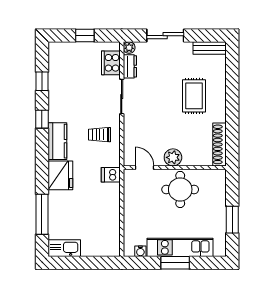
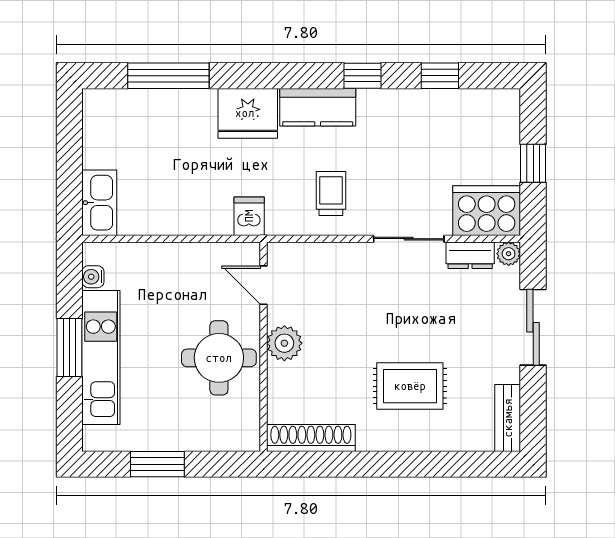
cooker: (111, 63) -> (487, 211), width x1.37, depth x1.31
door: (145, 168) -> (264, 285), swing flipped
kitchen sink: (64, 248) -> (99, 203), moved

